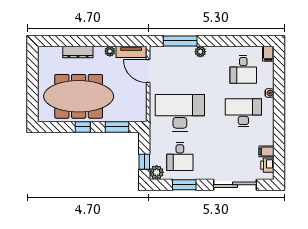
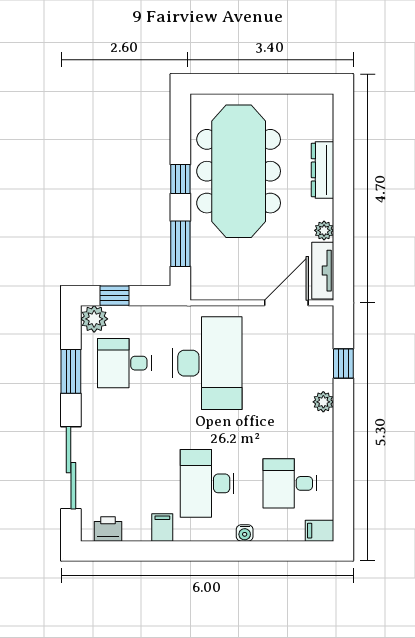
window: (180, 41) -> (343, 364), width x0.46
desk: (243, 113) -> (207, 483), turned 180
filing cabinet: (267, 151) -> (162, 527), moved

